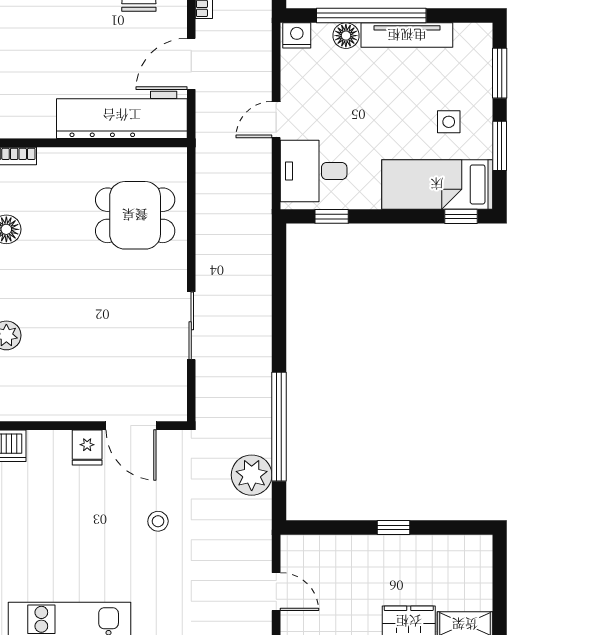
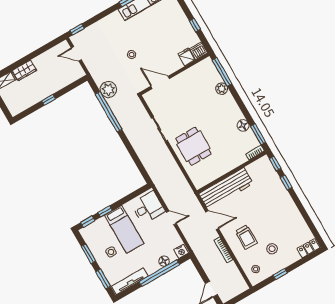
tv unit: (407, 35) -> (130, 281), moved
door: (191, 64) -> (212, 220), hinge flipped
door: (276, 120) -> (171, 218), hinge flipped
bed: (437, 184) -> (124, 229), moved, turned 90
dining table: (135, 215) -> (193, 146), moved, turned 90
window: (332, 216) -> (105, 211), moved
fridge: (87, 448) -> (186, 57), moved

